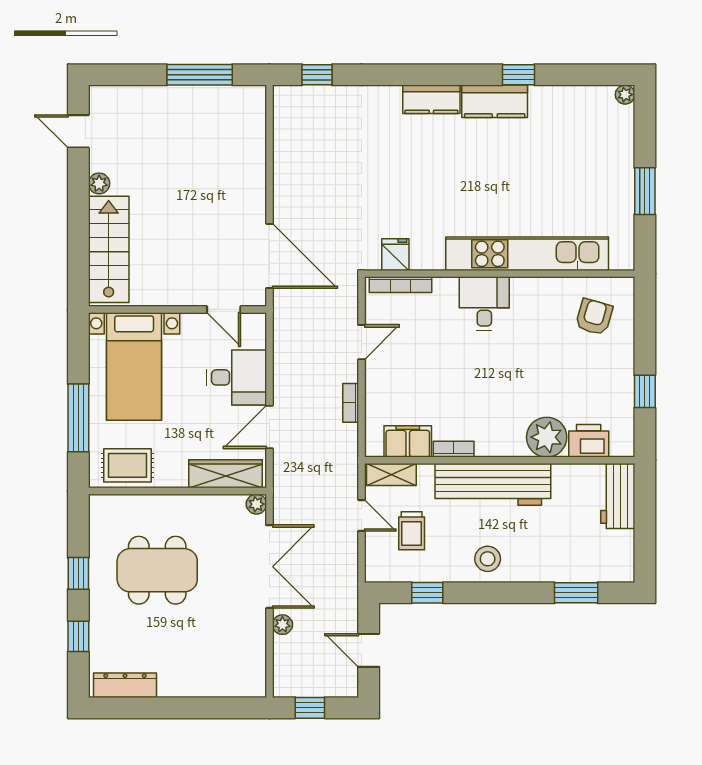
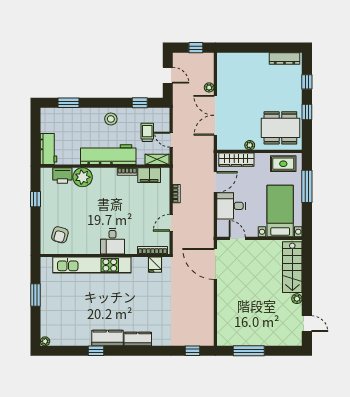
plant: (256, 504) -> (250, 145), moved
dining table: (157, 570) -> (280, 128), moved

